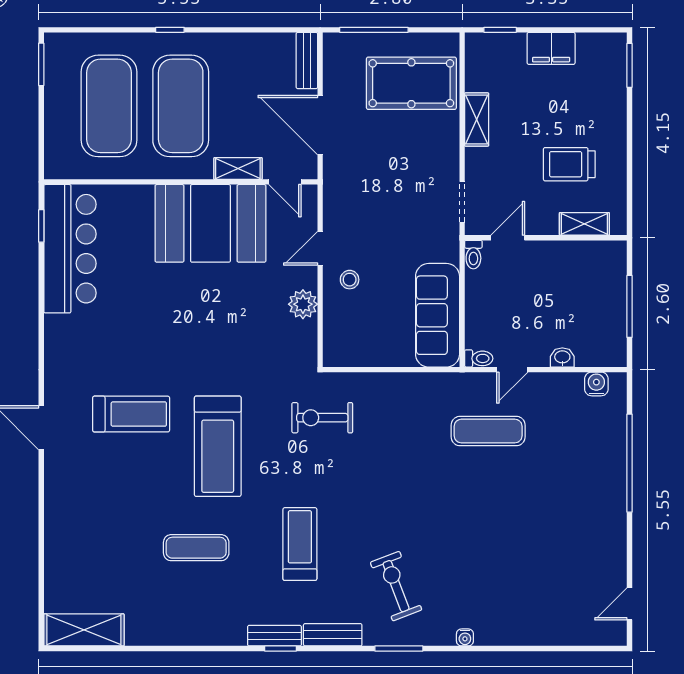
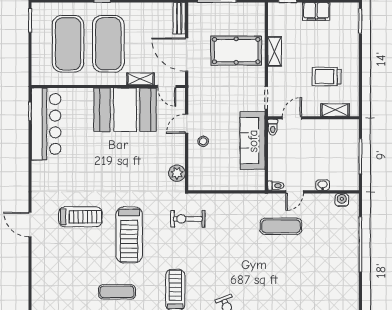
pool table: (411, 83) -> (236, 51), moved
plant: (303, 304) -> (177, 173), moved
sofa: (438, 315) -> (253, 141), moved

